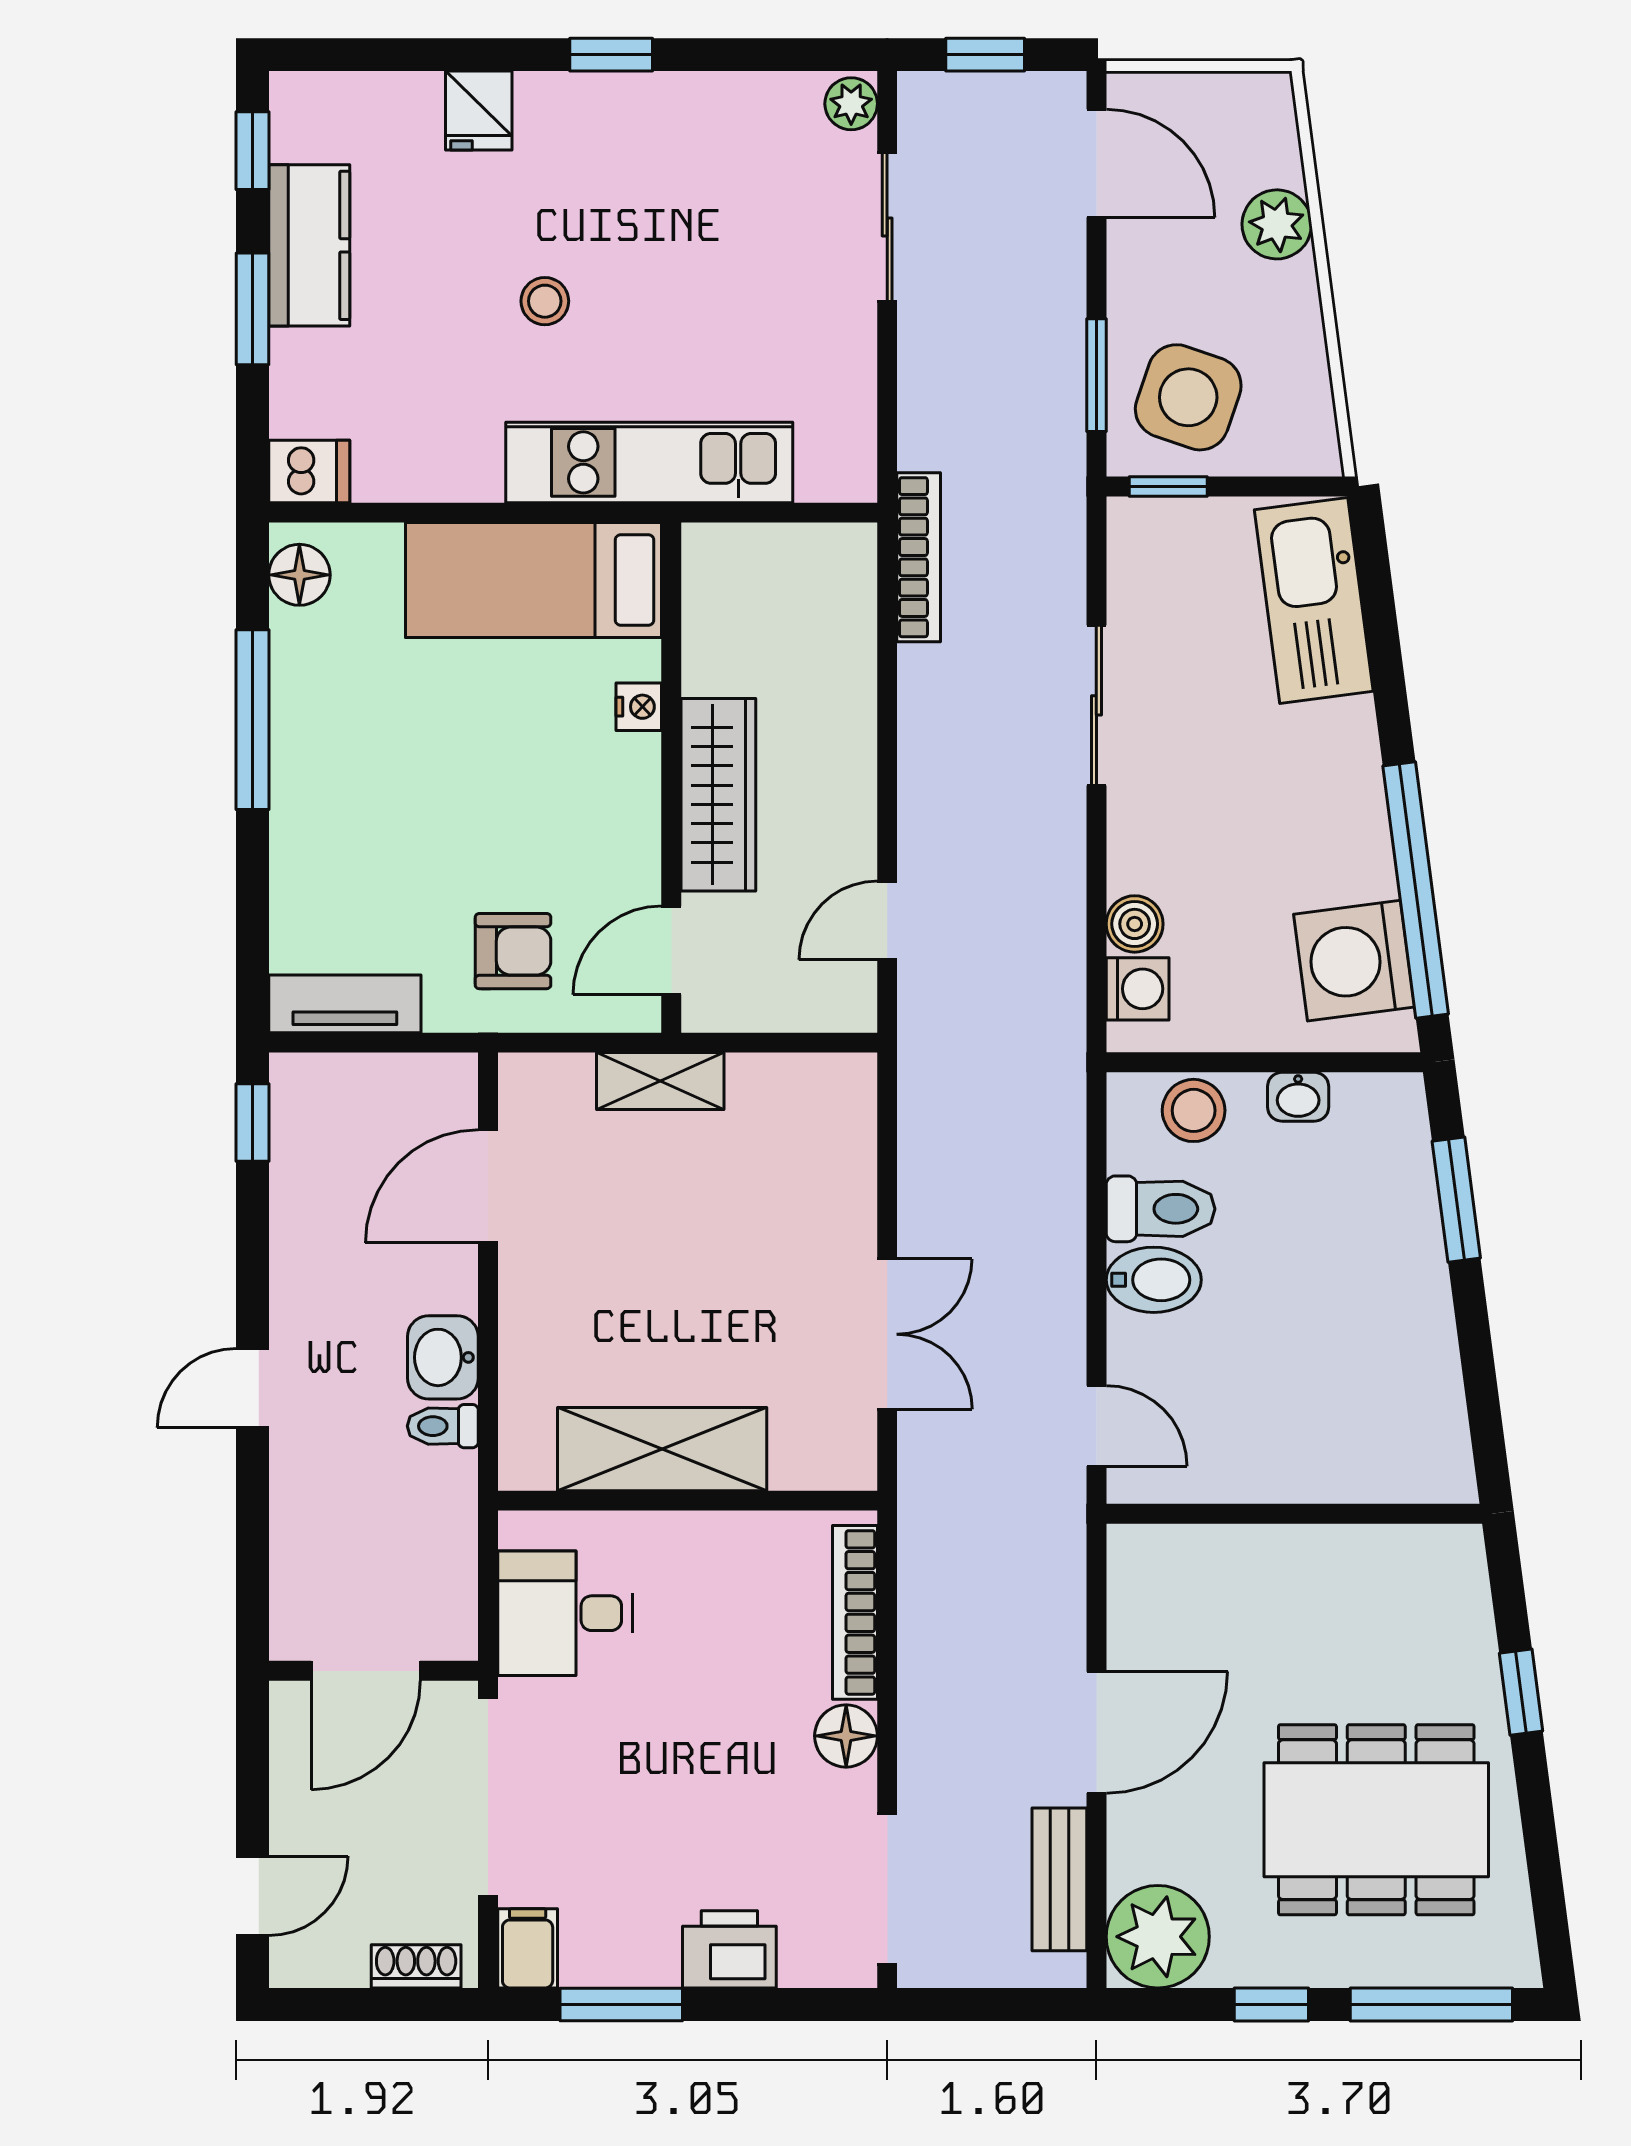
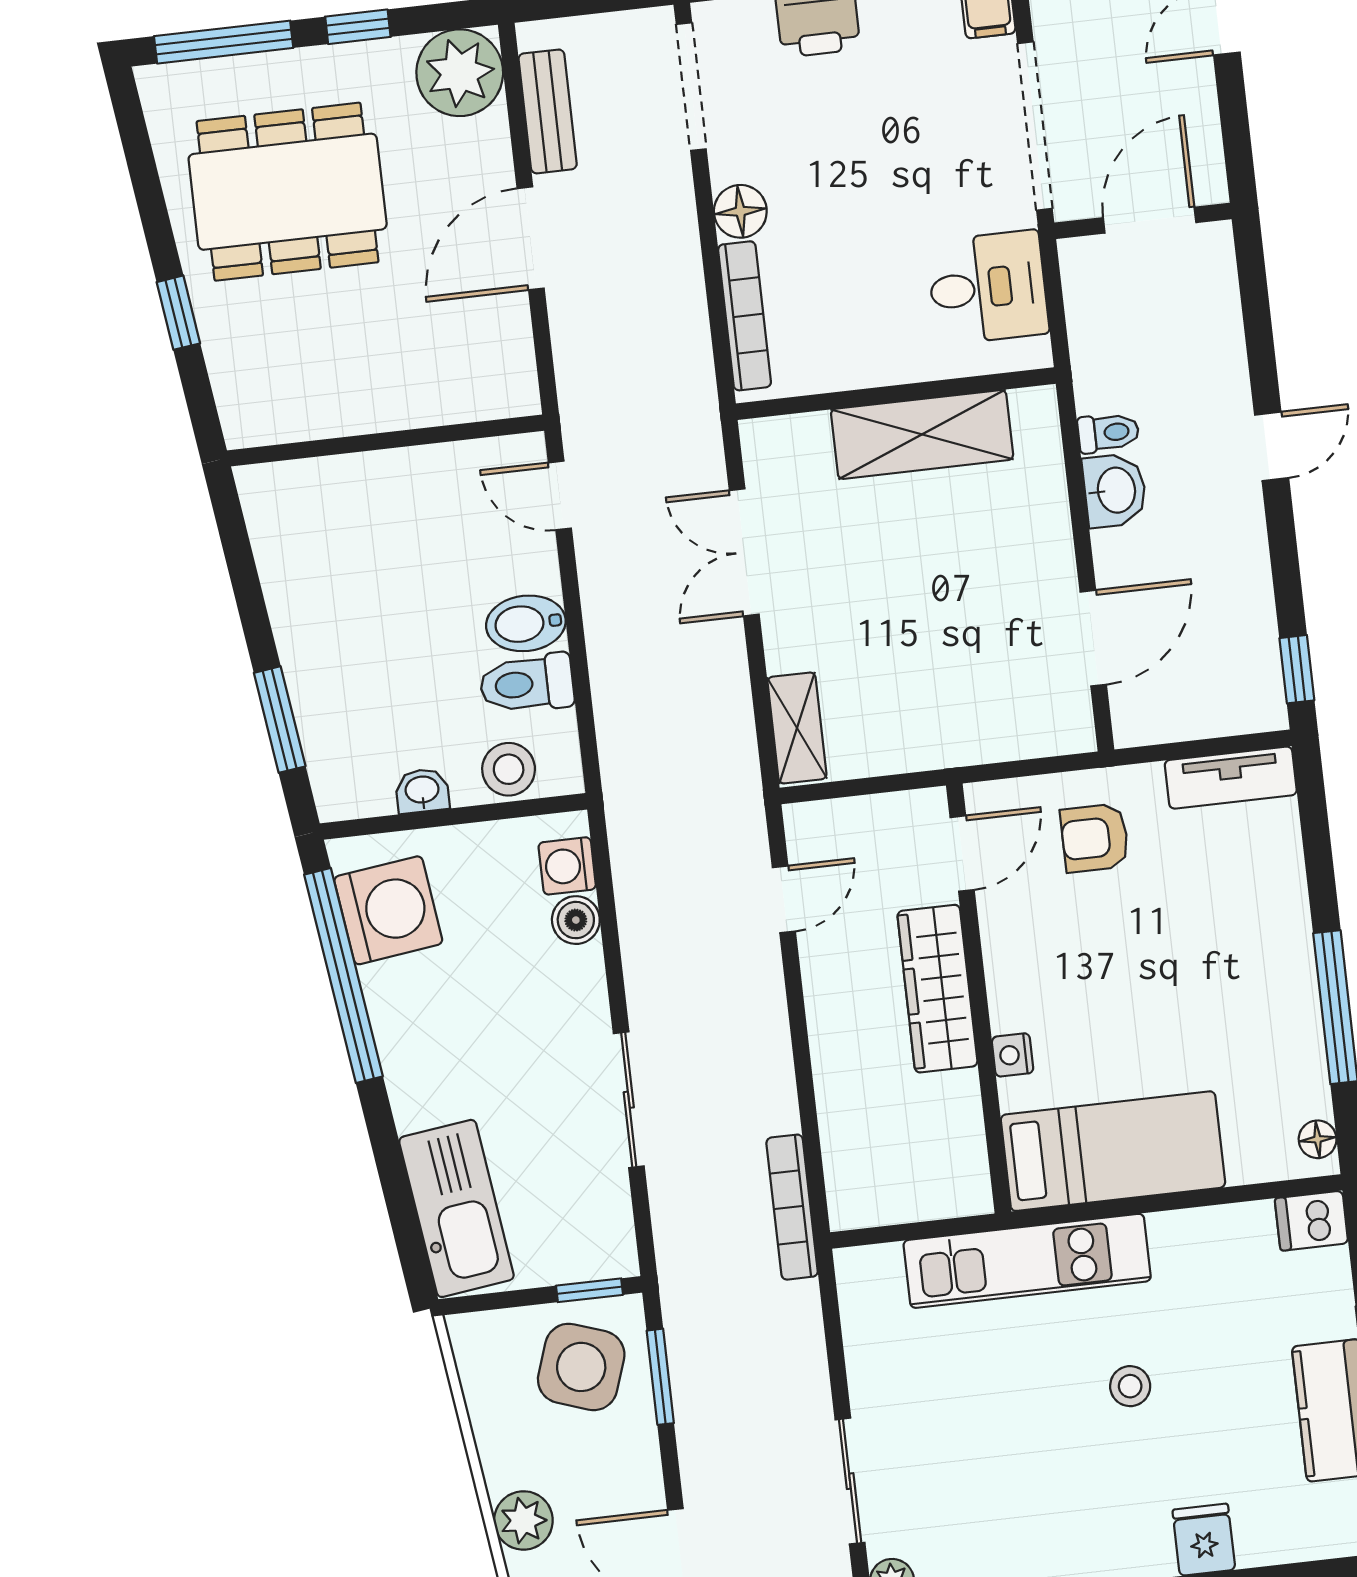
floor lamp: (299, 575) -> (1318, 1139), width x0.73, depth x0.73
shelving: (660, 1081) -> (797, 728), moved, turned 90

